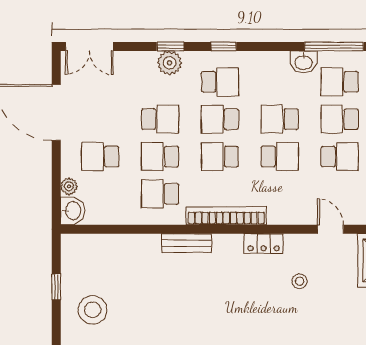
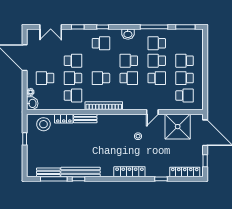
double door: (89, 46) -> (51, 27), moved
washbasin: (304, 62) -> (128, 34), moved
plant: (169, 63) -> (77, 34), removed
school desk: (220, 119) -> (101, 61), removed
school desk: (160, 194) -> (73, 96), turned 180
door: (330, 229) -> (152, 112), swing flipped
locker: (264, 243) -> (64, 119), moved
stool: (93, 310) -> (43, 124), moved

